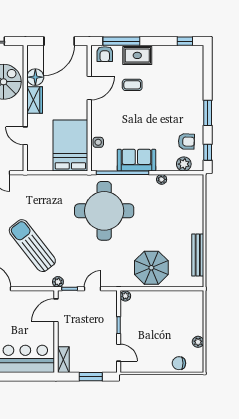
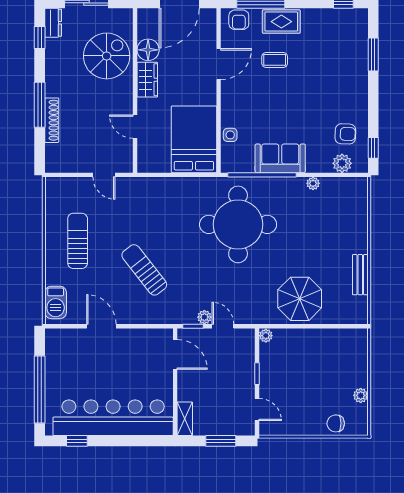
window: (208, 113) -> (373, 55), moved
sun lounger: (32, 246) -> (144, 270), width x0.73, depth x0.75
bench: (198, 255) -> (360, 275), width x0.73
plant: (58, 282) -> (204, 317), moved
door: (93, 289) -> (223, 326), hinge flipped
door: (56, 310) -> (175, 354), swing flipped

